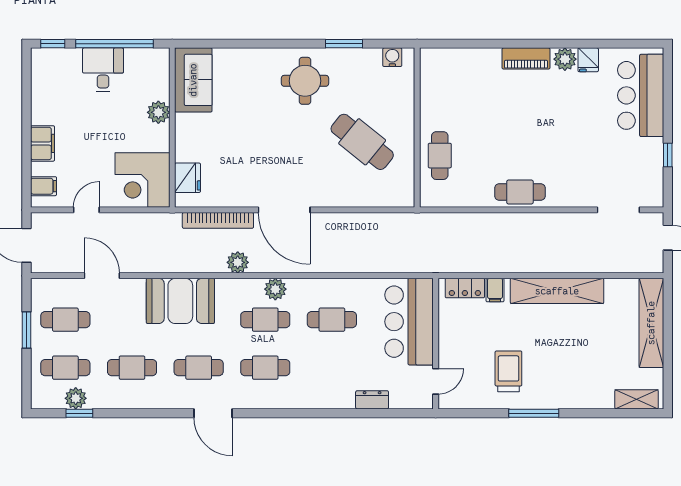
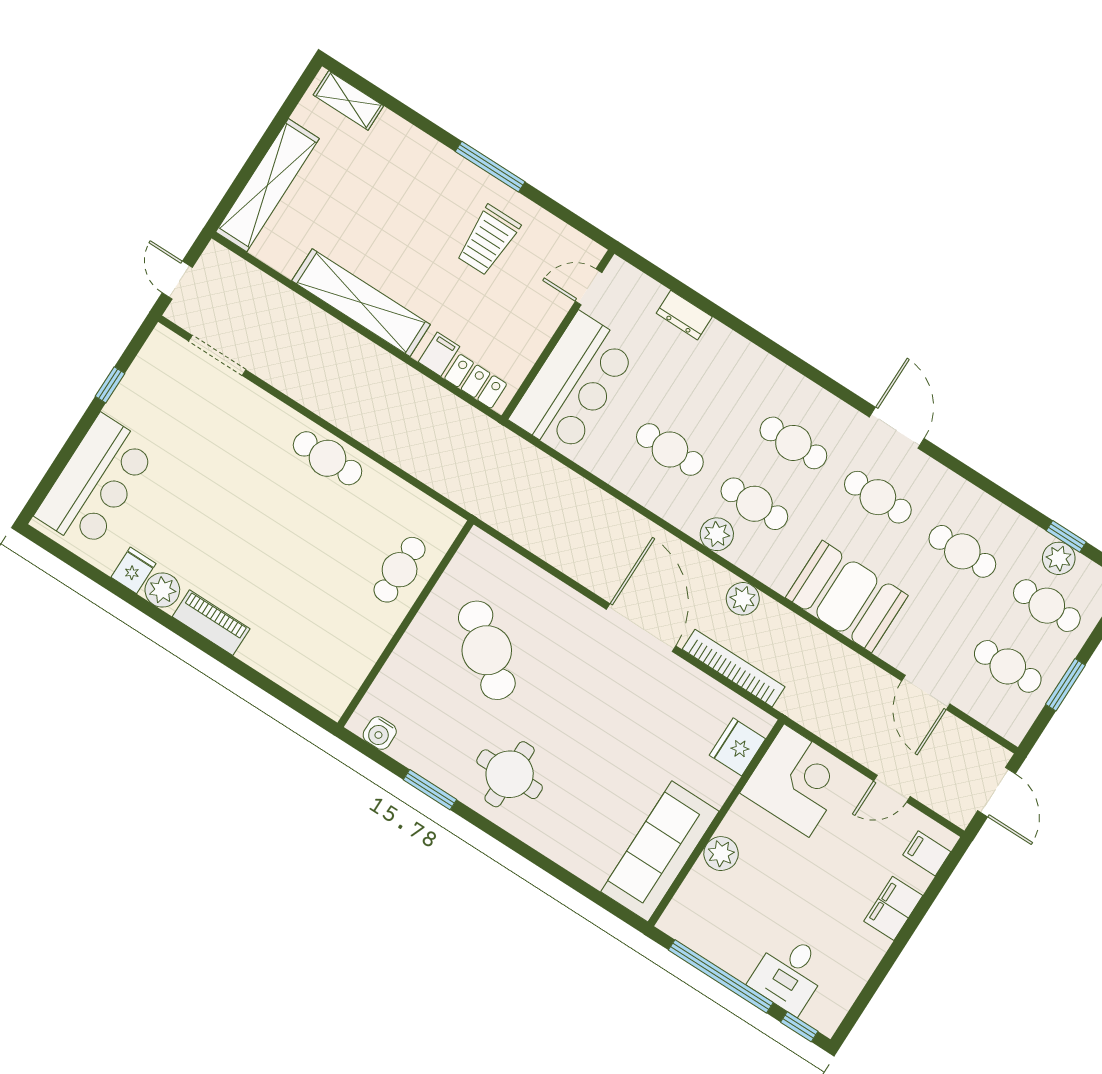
desk: (103, 70) -> (789, 974), moved
sofa: (193, 80) -> (660, 851), width x1.36

